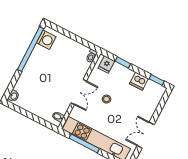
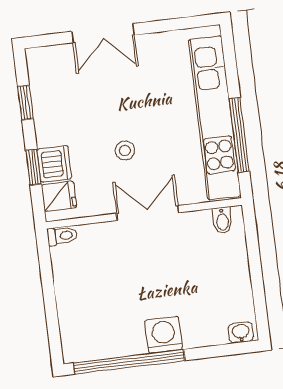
washing machine: (46, 40) -> (164, 335), moved
window: (157, 80) -> (25, 103), moved
dishwasher: (139, 81) -> (54, 164), moved
double door: (146, 135) -> (103, 33), moved

